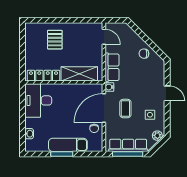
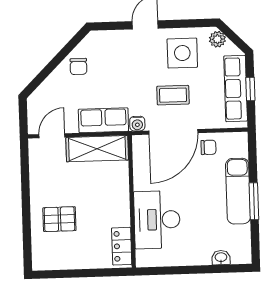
shelving: (79, 74) -> (97, 149), moved, turned 90
locker: (43, 76) -> (122, 246), width x0.66
desk: (38, 100) -> (157, 220), moved, turned 90
door: (104, 108) -> (173, 132), hinge flipped
side table: (150, 115) -> (182, 53), width x1.87, depth x1.87
window: (128, 154) -> (250, 89), width x0.46

